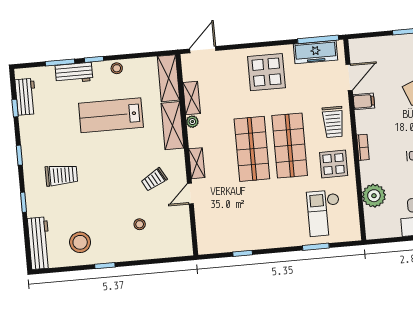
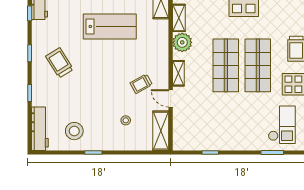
lab bench: (111, 115) -> (110, 26), turned 180
plant: (192, 122) -> (182, 42), width x1.88, depth x1.88
shelving: (172, 126) -> (161, 131), moved
trolley: (61, 175) -> (59, 63), moved, turned -122
door: (190, 194) -> (171, 98), hinge flipped
checkout: (324, 213) -> (282, 125), turned 180

